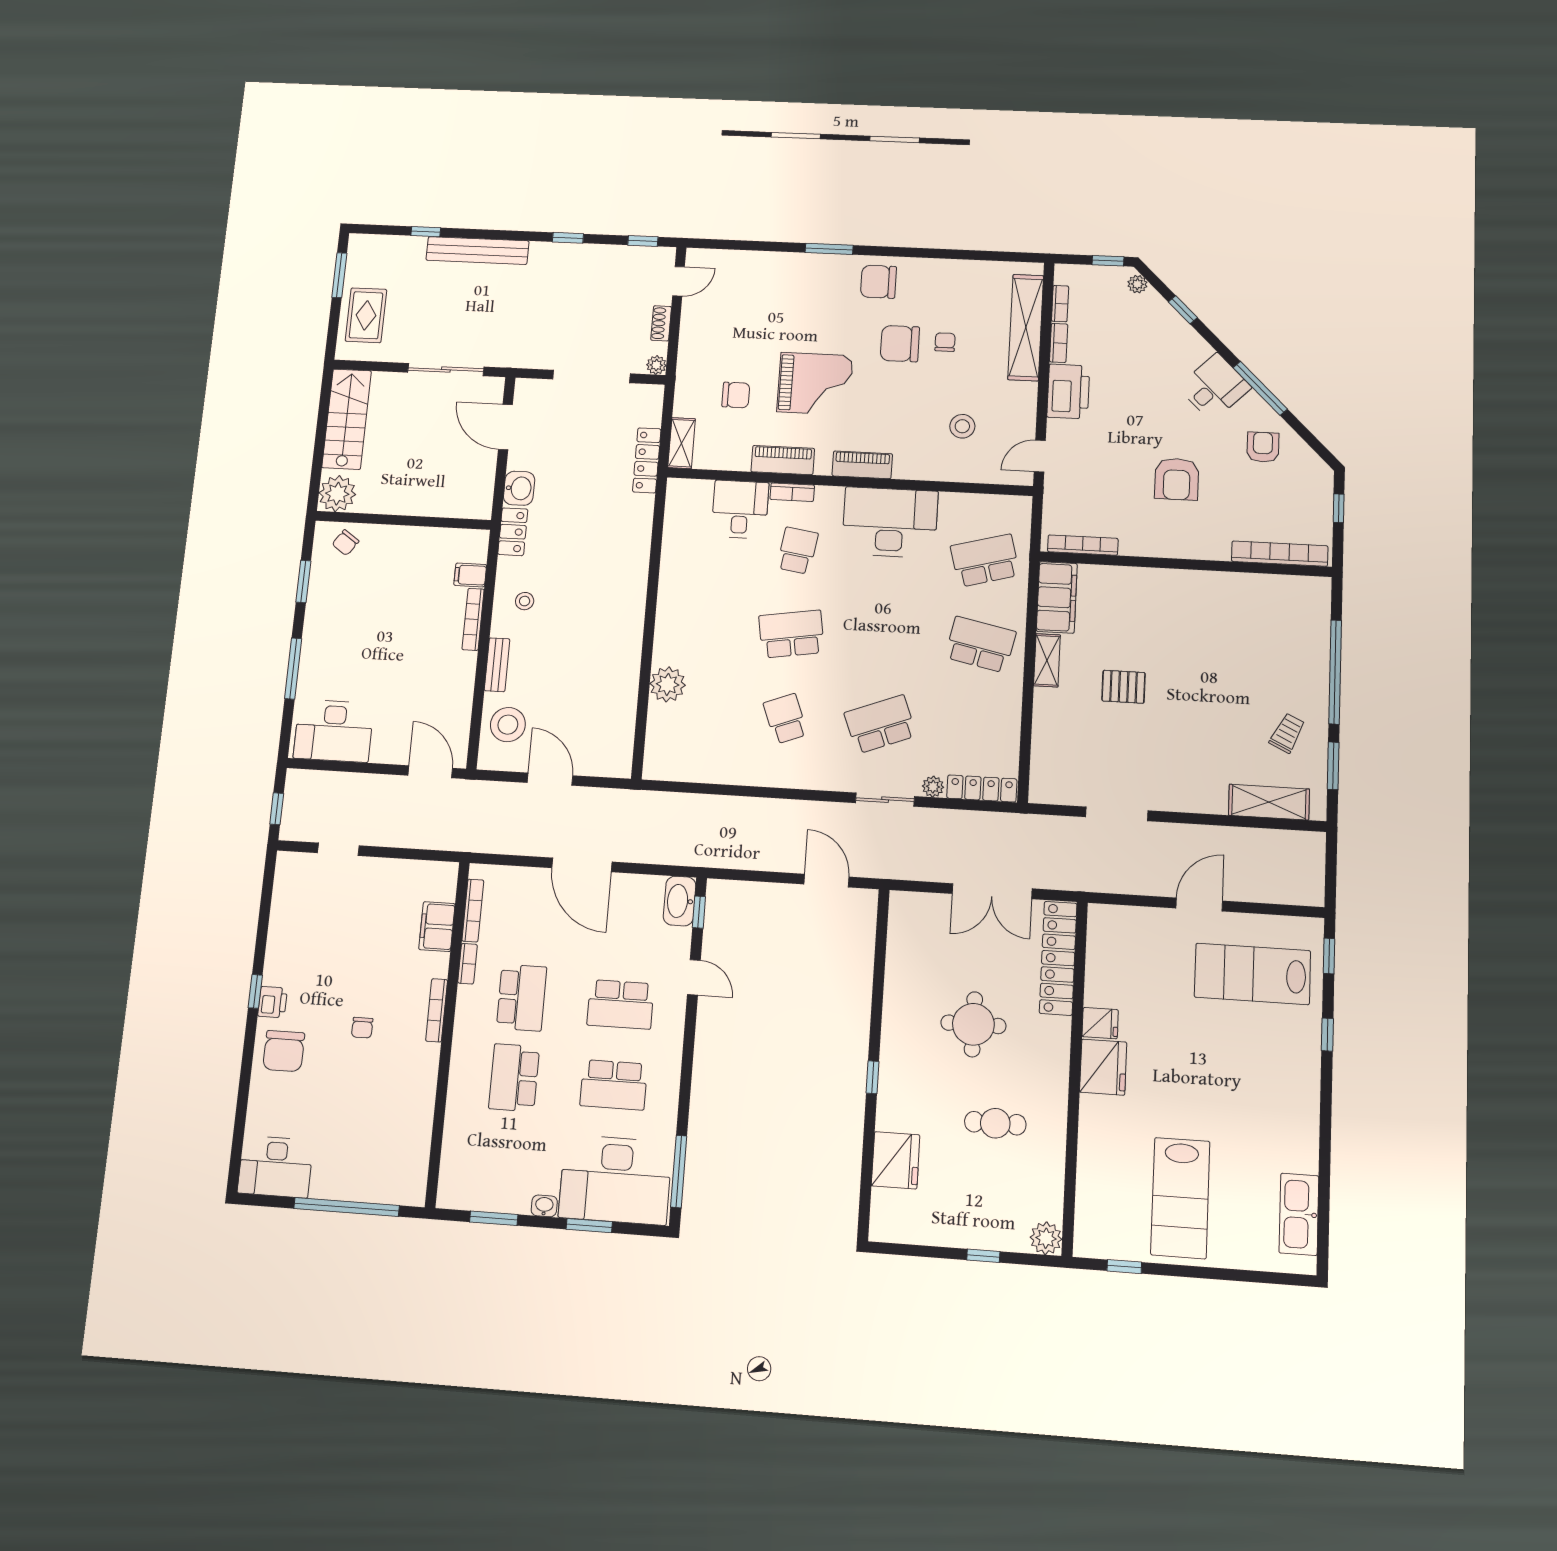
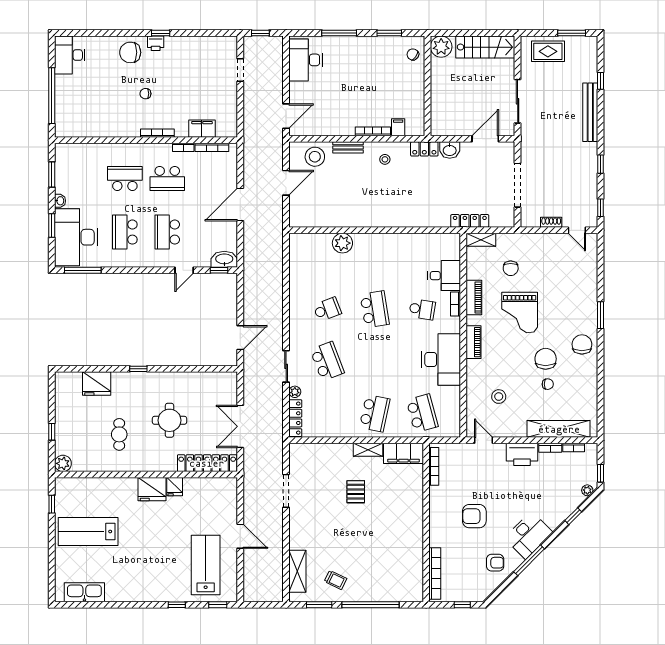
plant: (656, 365) -> (526, 222), removed
desk: (1214, 387) -> (529, 535), width x1.37

